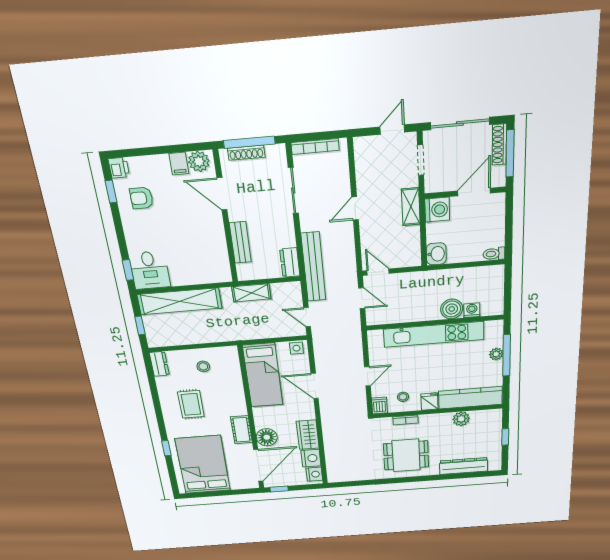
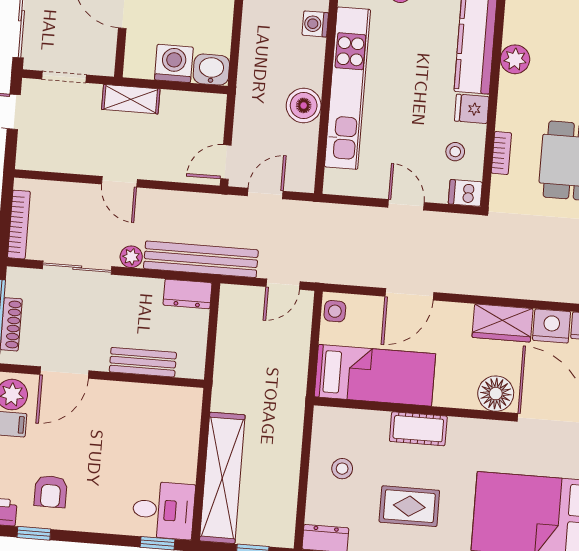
washing machine: (437, 210) -> (174, 63), moved
plant: (307, 224) -> (131, 257), added
shelving: (251, 293) -> (227, 363), removed
boiler: (452, 309) -> (304, 105), moved
cot: (241, 430) -> (418, 429), moved

